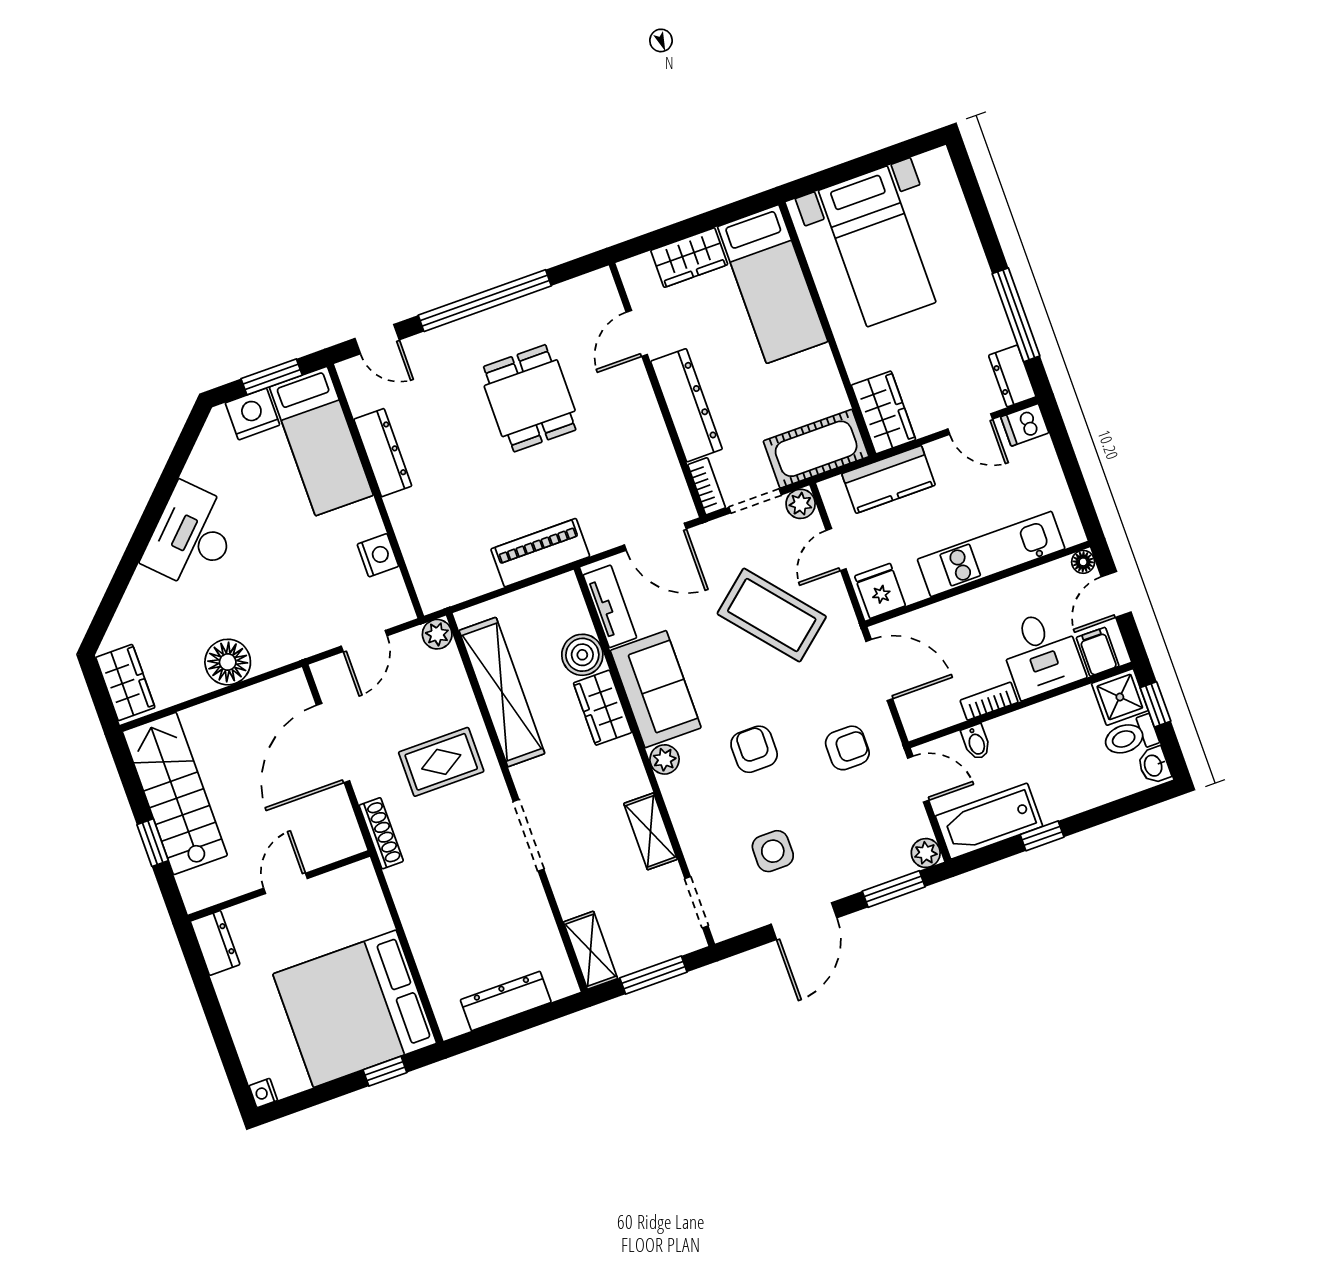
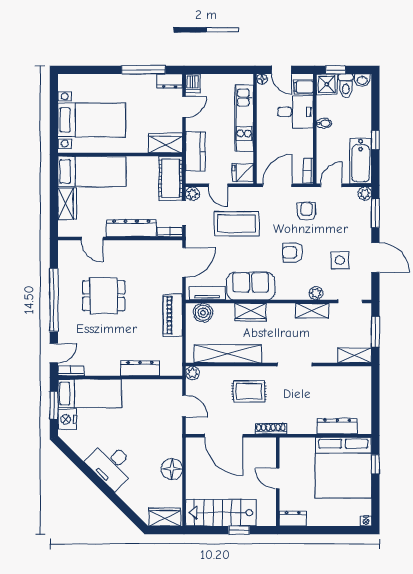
bookcase: (354, 386) -> (71, 371), added
dresser: (383, 453) -> (140, 368), moved
nightstand: (378, 555) -> (149, 387), removed
coffee table: (772, 615) -> (236, 224), turned 40
boiler: (582, 655) -> (203, 313), moved
bookcase: (989, 701) -> (308, 171), moved
bidet: (976, 742) -> (324, 123), moved
plant: (665, 759) -> (316, 293), moved
rug: (441, 762) -> (249, 391), turned 90
dresser: (506, 1001) -> (337, 426), moved, turned 90

